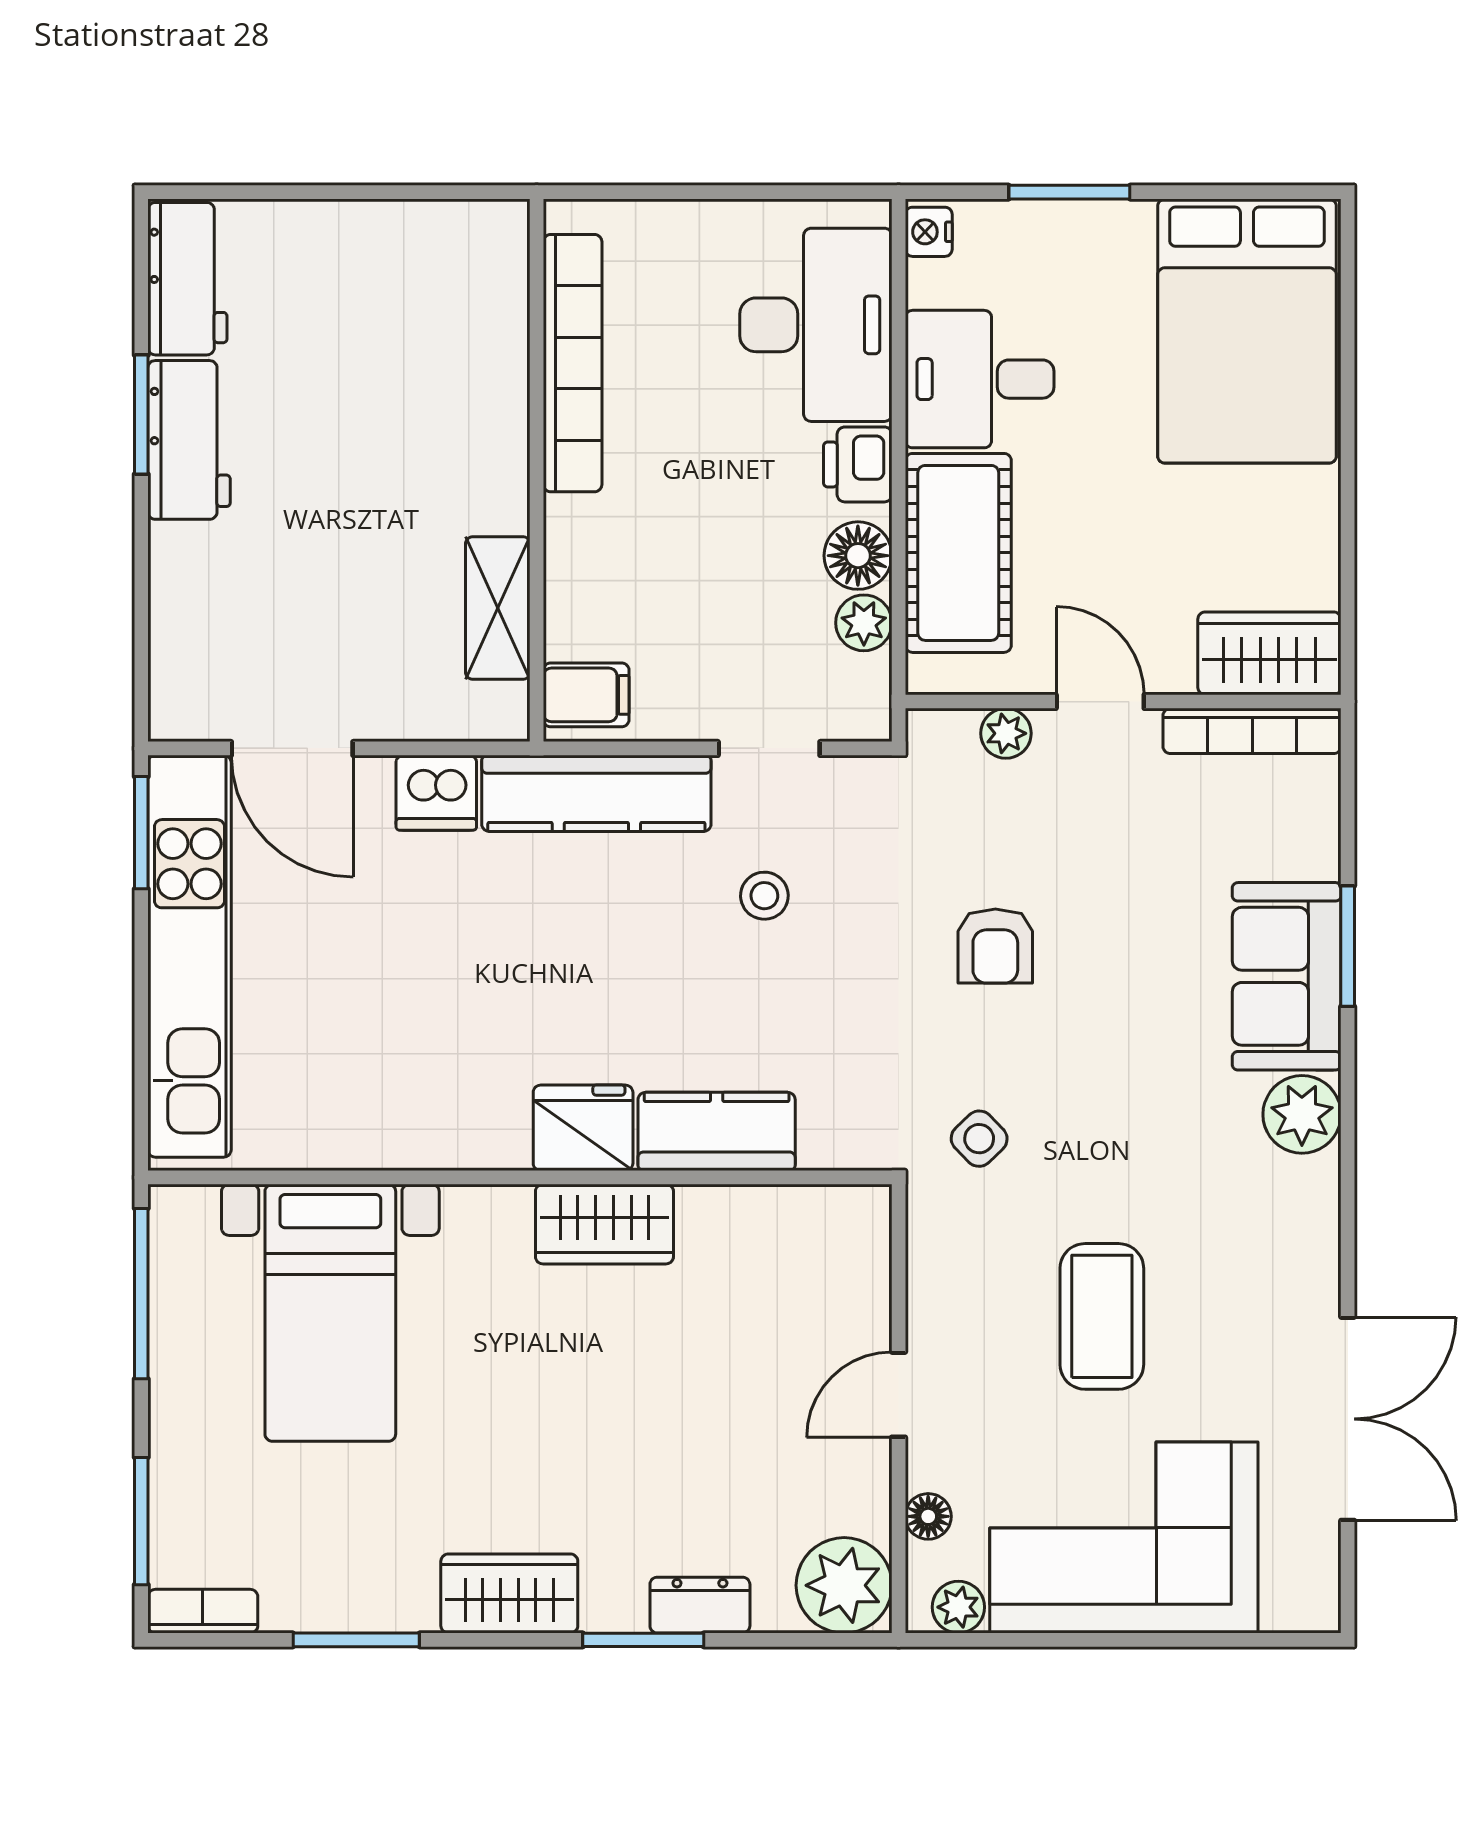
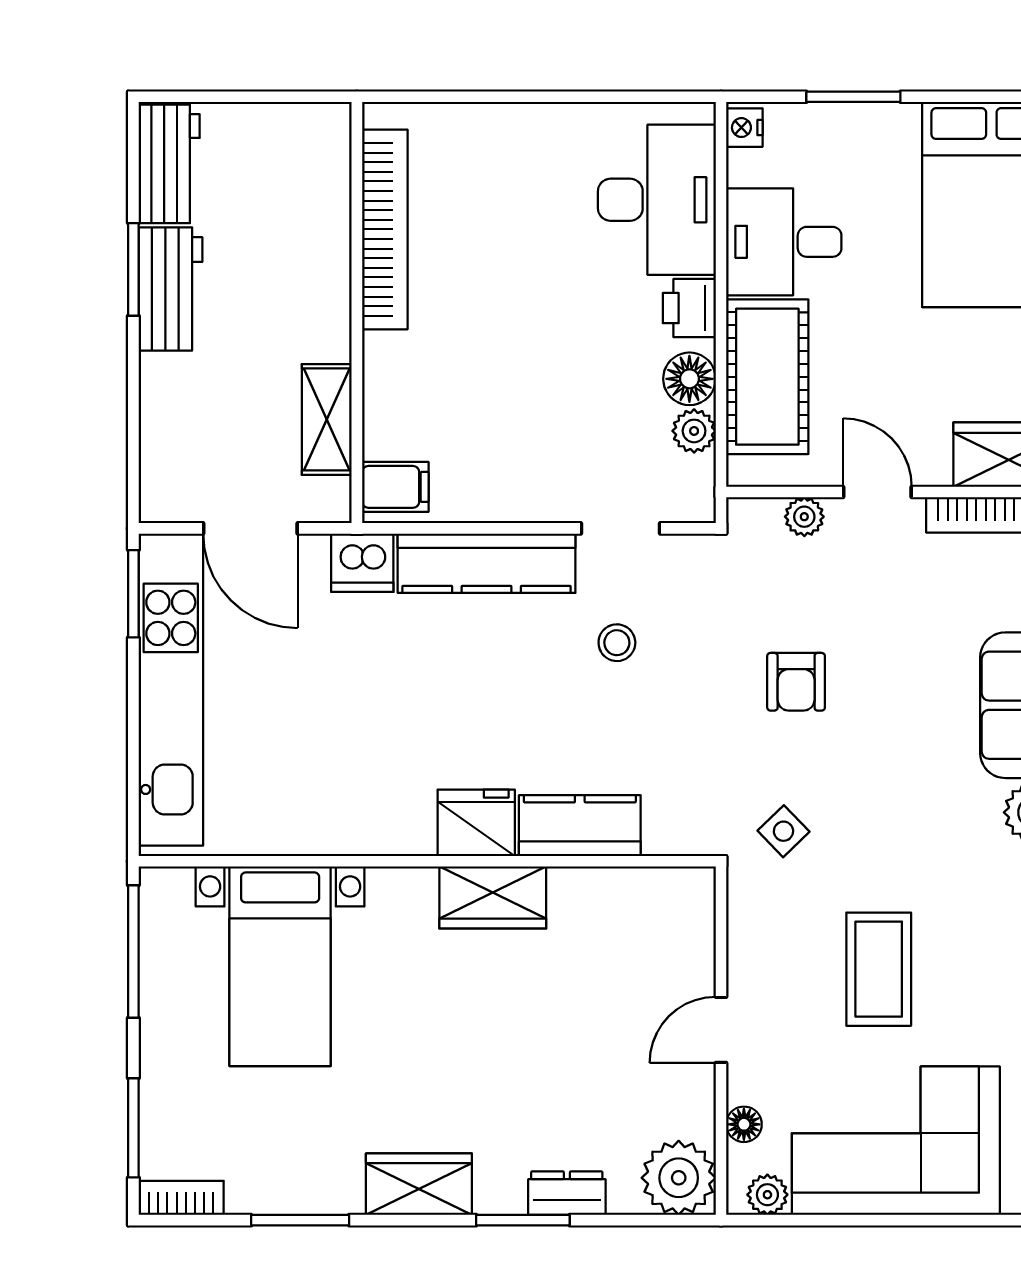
bookcase: (573, 363) -> (385, 229), moved
wall: (537, 470) -> (357, 313), moved
shelving: (498, 608) -> (327, 419), moved
filing cabinet: (586, 695) -> (395, 487), moved

